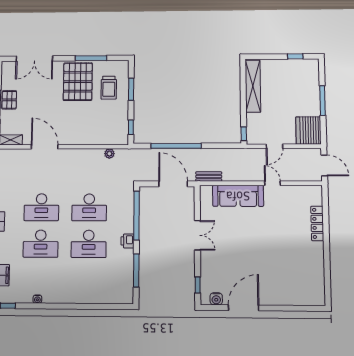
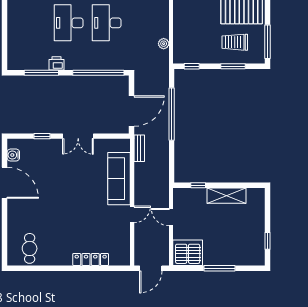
window: (91, 58) -> (267, 42), moved
shelving: (253, 86) -> (226, 196), width x0.68
window: (244, 134) -> (198, 185), moved
printer: (127, 241) -> (56, 63), moved
cafe table: (308, 283) -> (30, 248), added
window: (198, 285) -> (42, 136), moved

